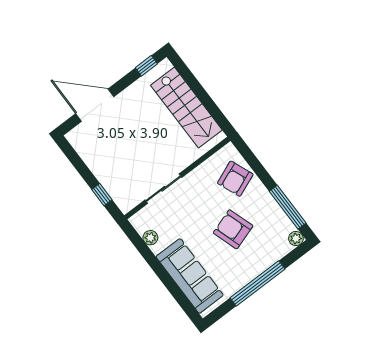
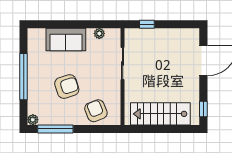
sofa: (190, 276) -> (66, 40), width x0.73

